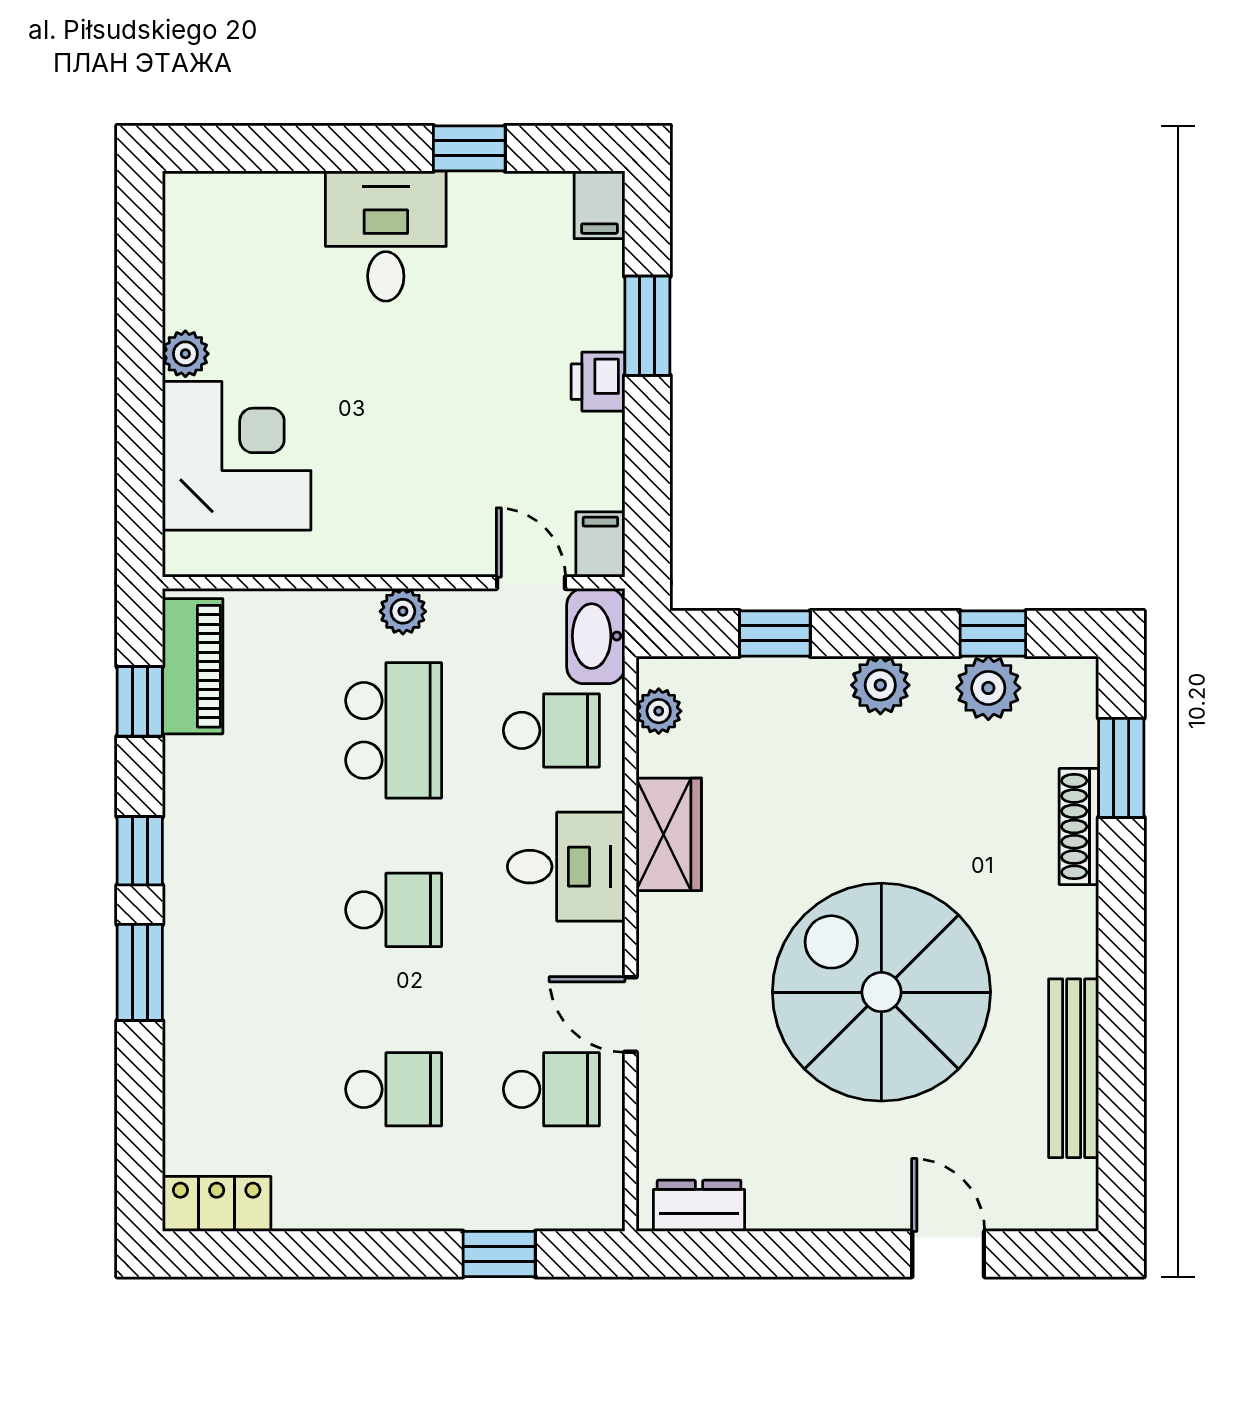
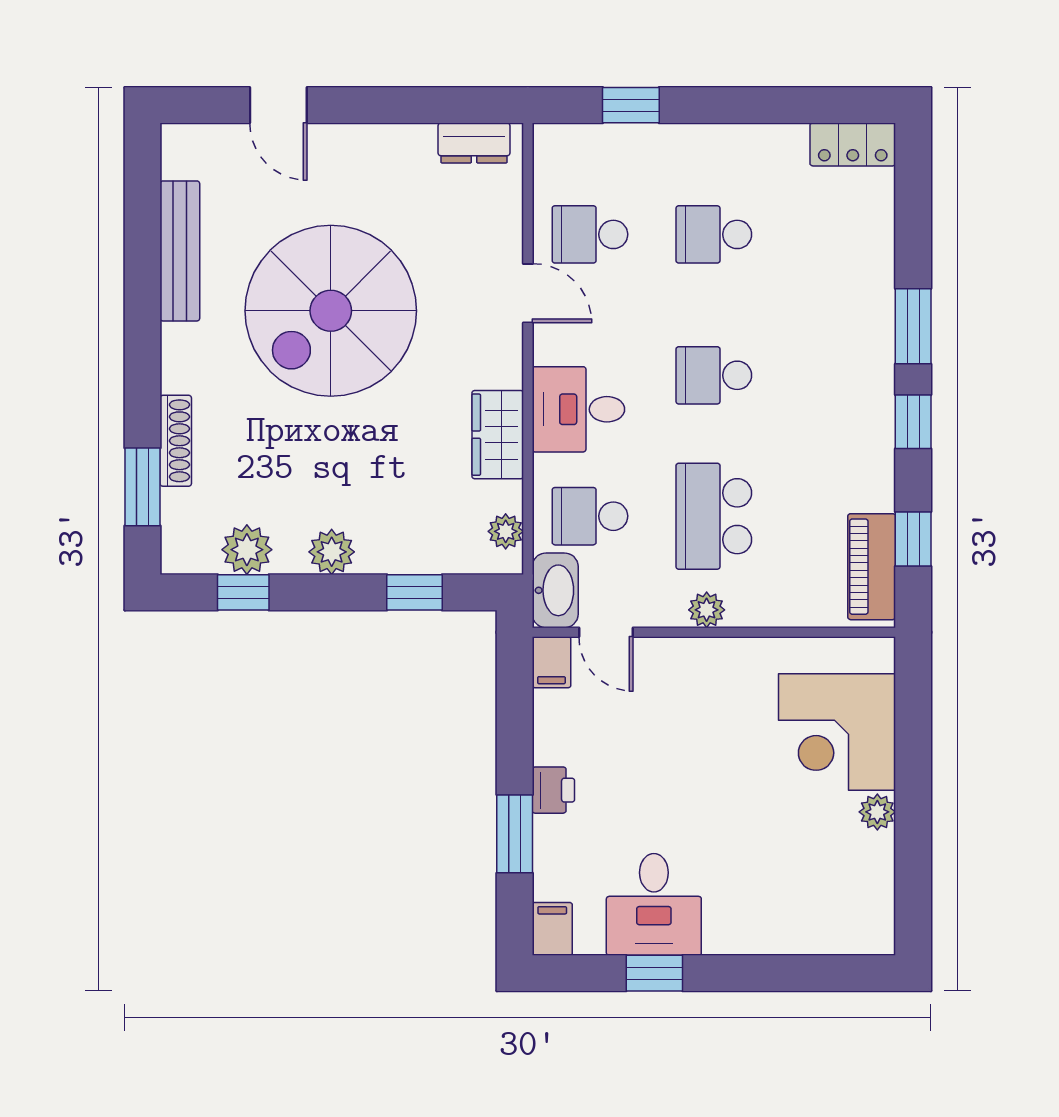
desk: (386, 236) -> (654, 904), moved
spiral stairs: (881, 992) -> (331, 311), turned 90

